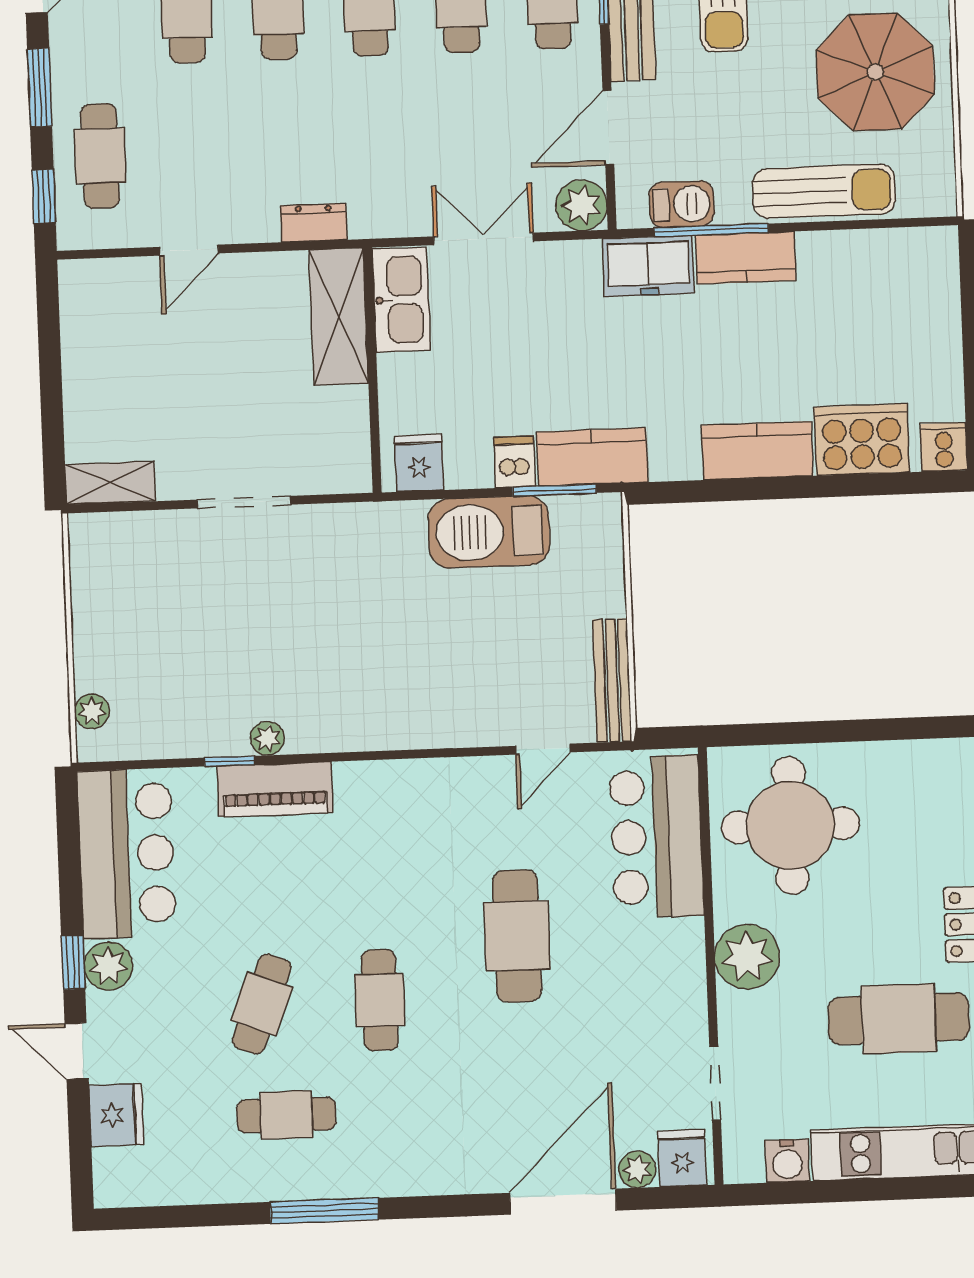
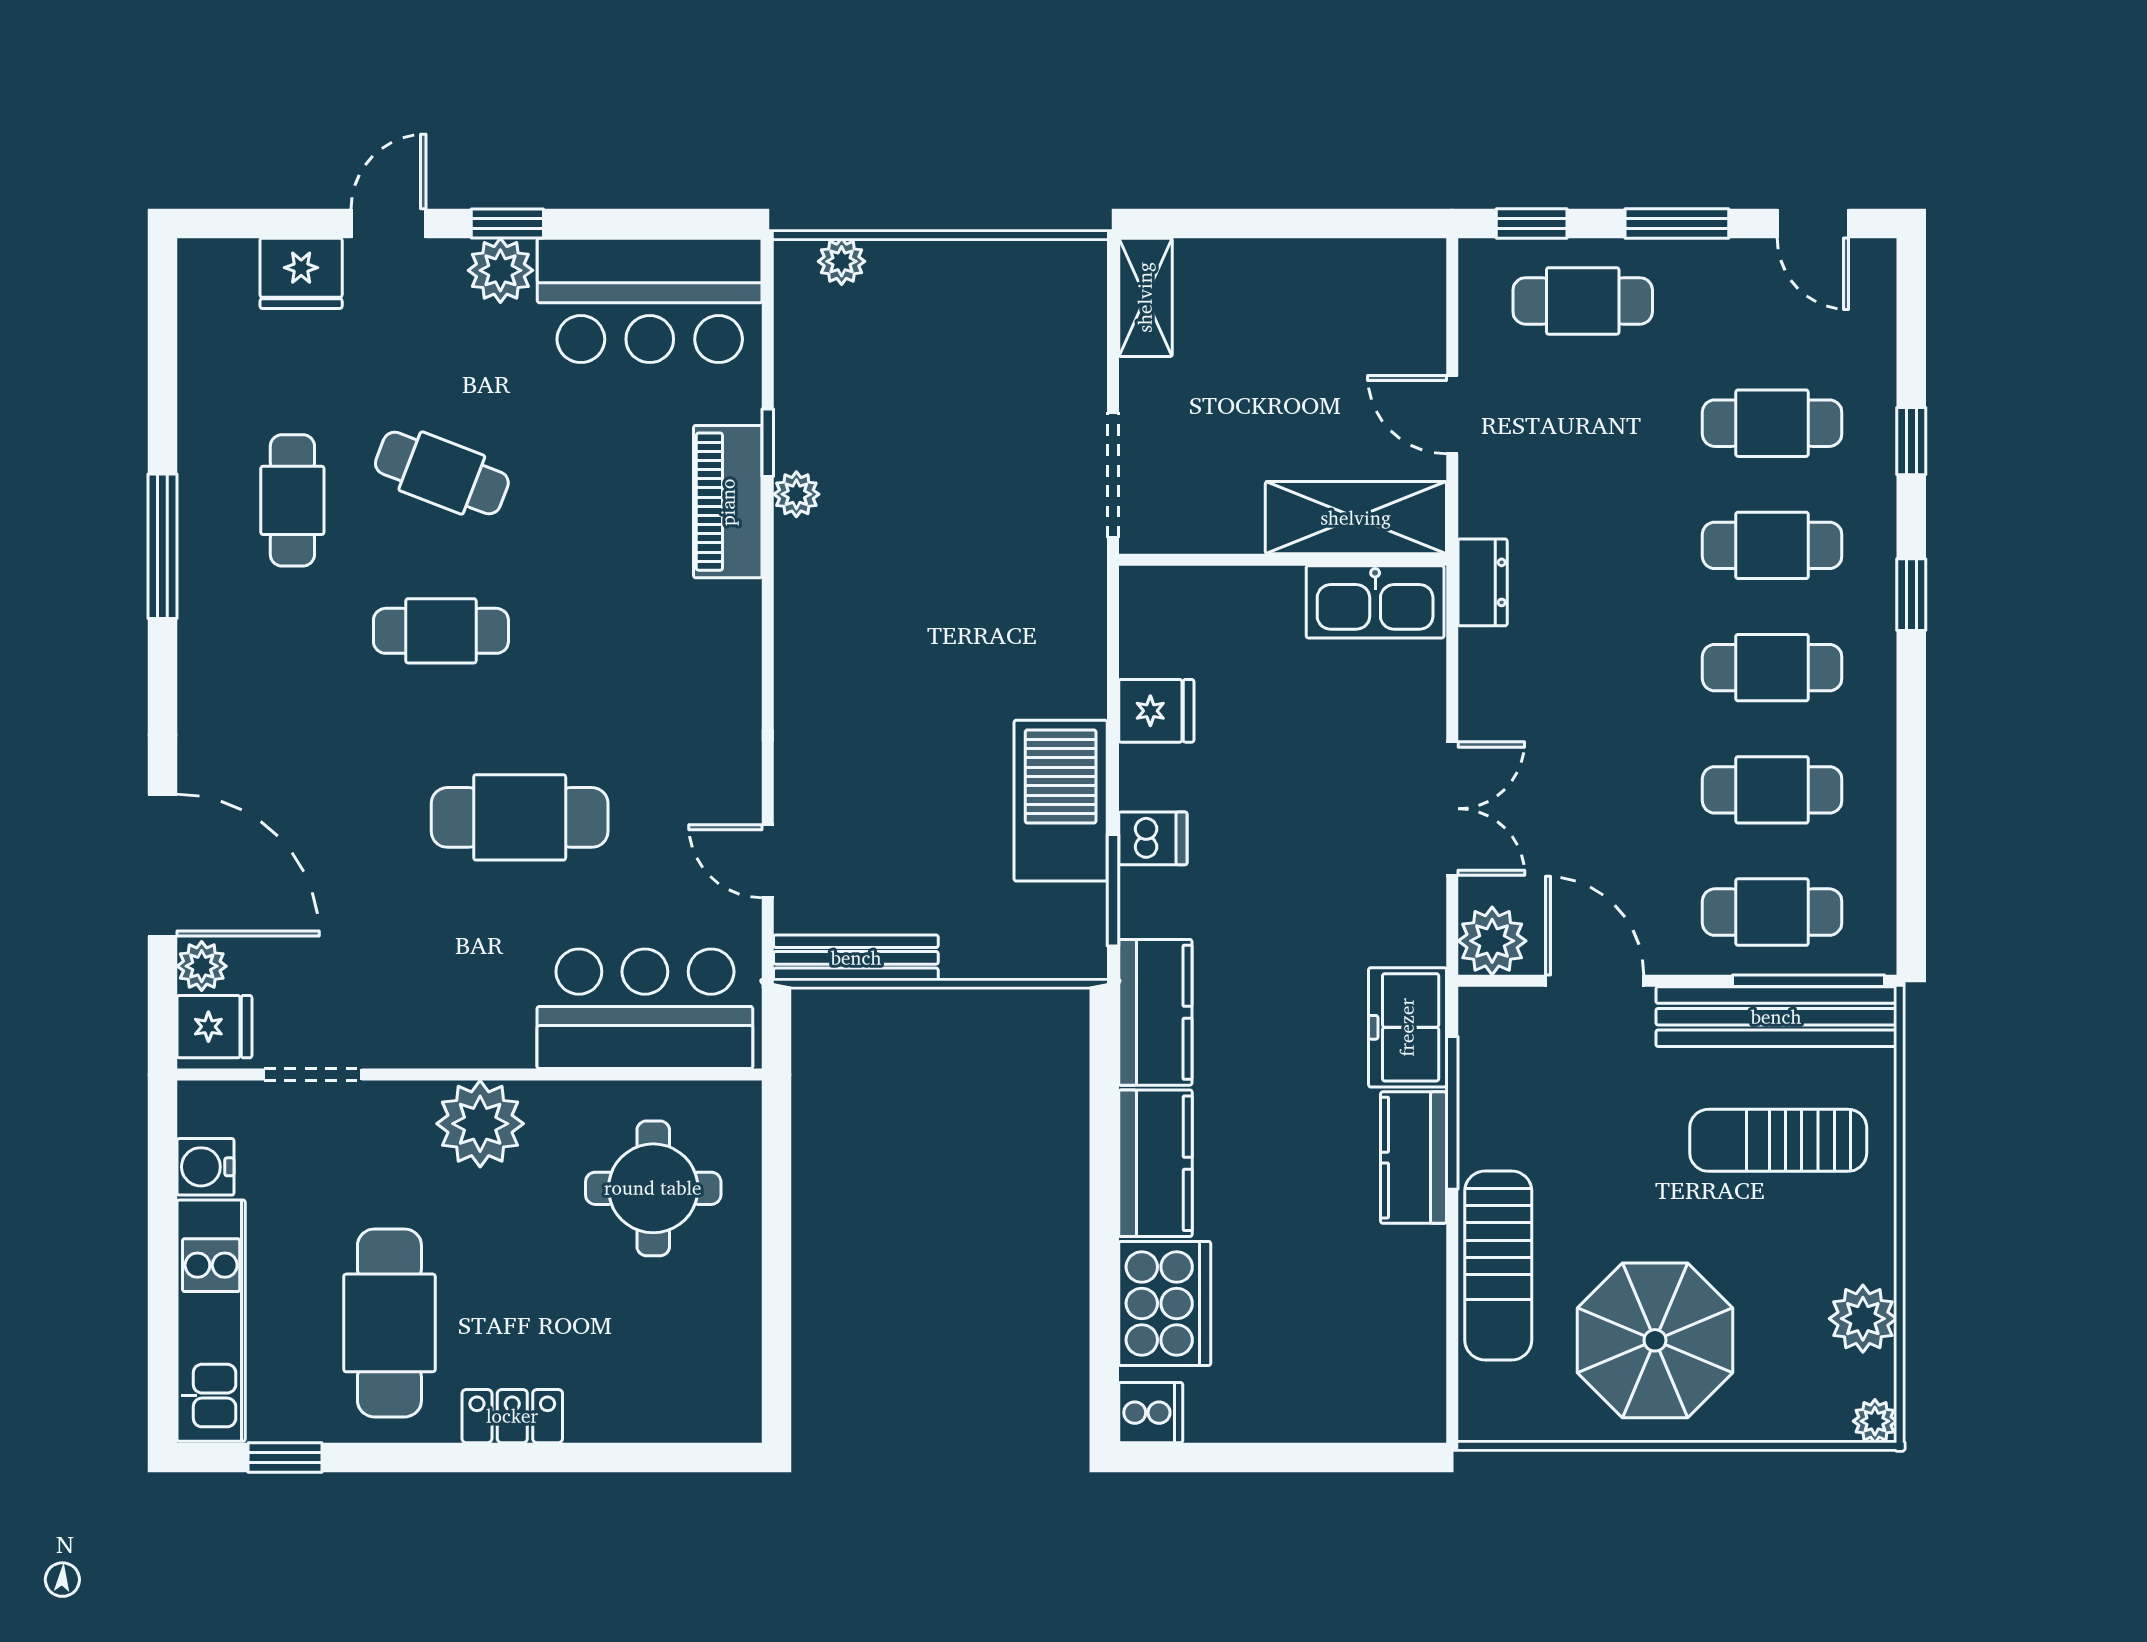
barbecue: (682, 204) -> (1488, 1075), removed
kitchen sink: (401, 300) -> (1375, 602), moved
shelving: (339, 317) -> (1356, 518), moved
wall: (372, 370) -> (1283, 560), moved
kitchen counter: (592, 457) -> (1155, 1012), moved
round table: (791, 825) -> (653, 1188), width x0.73, depth x0.73

